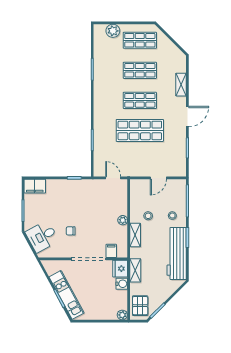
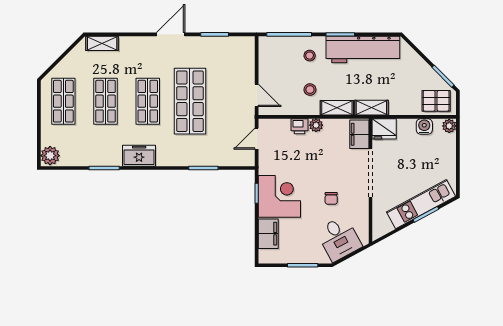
plant: (113, 31) -> (50, 156), moved
shelving: (181, 85) -> (102, 43), moved
freezer: (101, 94) -> (139, 156), added
door: (187, 117) -> (171, 34), hinge flipped
door: (158, 178) -> (257, 95), moved
filing cabinet: (35, 186) -> (268, 234), moved
corner desk: (72, 194) -> (279, 196), added
printer: (122, 208) -> (300, 126), added
filing cabinet: (111, 251) -> (359, 134), width x2.00
shelving: (135, 270) -> (371, 108), moved
water cooler: (122, 284) -> (424, 126), moved

